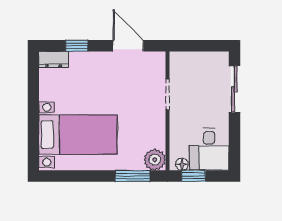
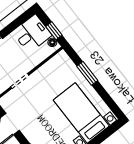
plant: (155, 160) -> (62, 59), removed
window: (132, 176) -> (87, 73), moved

